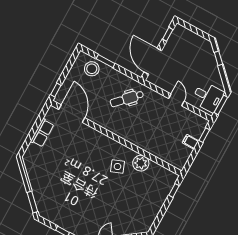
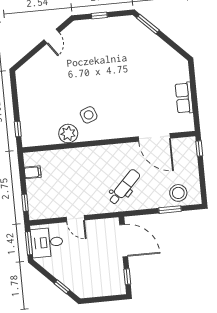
door: (72, 114) -> (154, 137), moved
filing cabinet: (190, 142) -> (33, 172), moved

